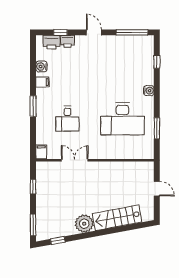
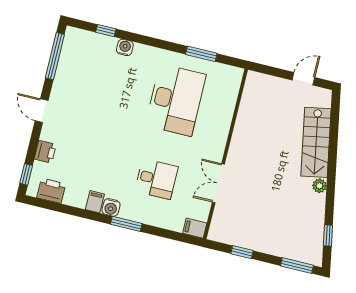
window: (60, 32) -> (26, 174), moved
door: (94, 32) -> (42, 111), hinge flipped
printer: (52, 42) -> (51, 191), moved, turned -90
water cooler: (41, 66) -> (111, 207), moved
water cooler: (149, 91) -> (125, 47), moved
door: (157, 189) -> (303, 79), moved
plant: (84, 224) -> (319, 186), width x0.53, depth x0.53

